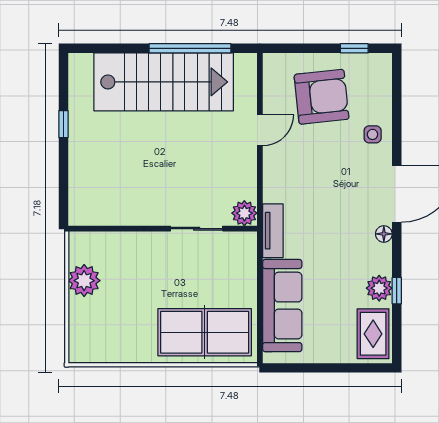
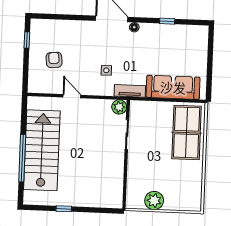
window: (190, 48) -> (22, 158), moved
armchair: (322, 97) -> (54, 60), width x0.53, depth x0.53
side table: (373, 134) -> (106, 70), moved
plant: (379, 288) -> (165, 31), removed
rug: (373, 334) -> (191, 36), removed

